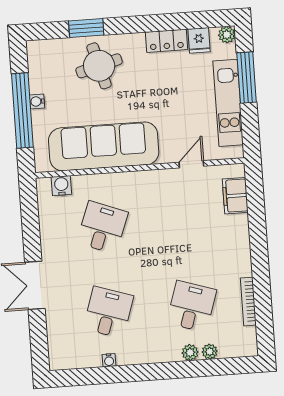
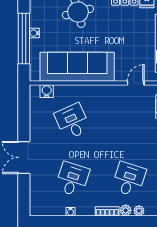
desk: (102, 227) -> (72, 121), turned -45
bookcase: (163, 356) -> (107, 211), added

